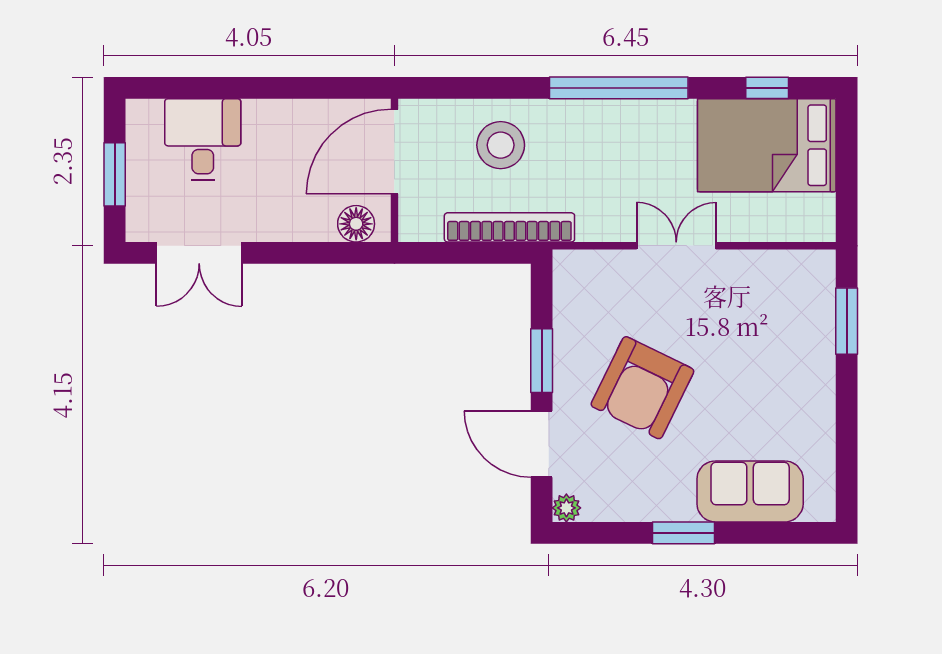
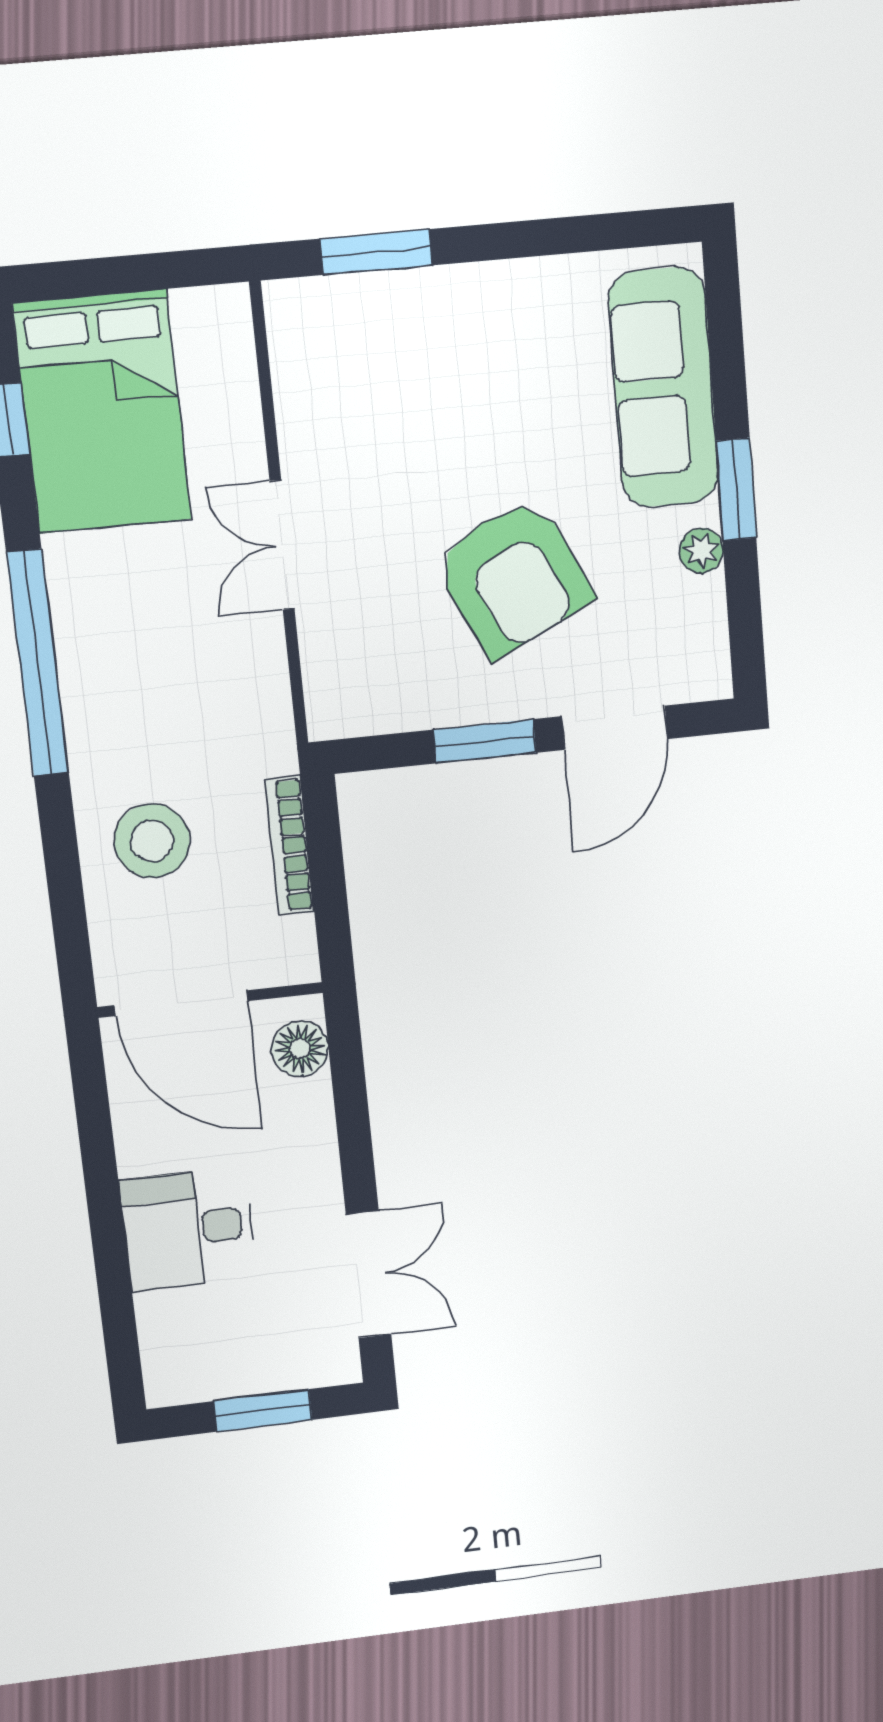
desk: (203, 139) -> (188, 1229), moved
bookcase: (509, 227) -> (290, 845), width x0.68, depth x0.76
armchair: (642, 388) -> (513, 577), turned 38
sofa: (750, 491) -> (663, 388), width x1.36
plant: (566, 508) -> (701, 551), moved

